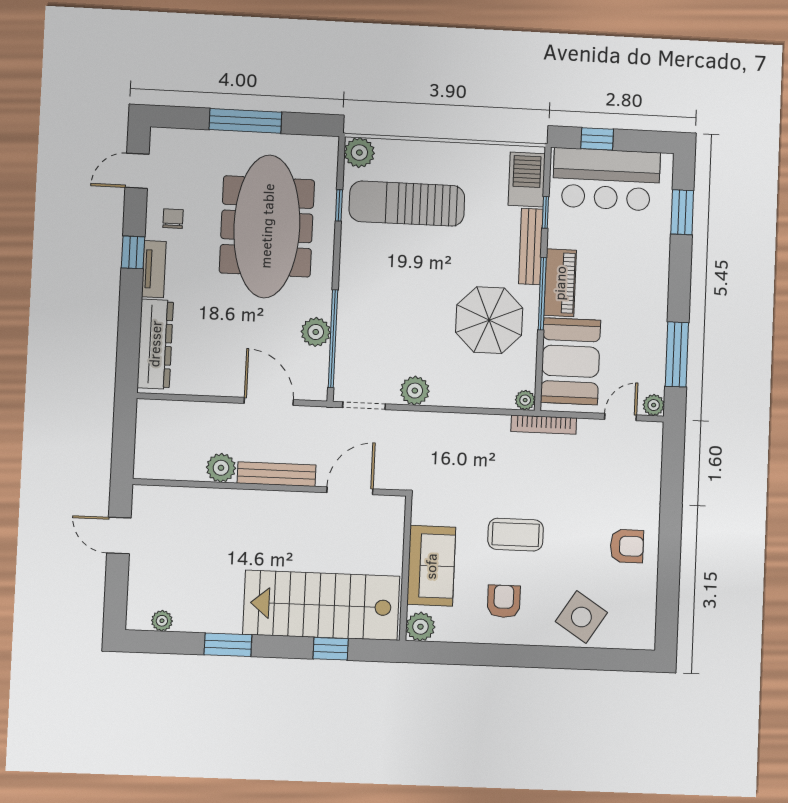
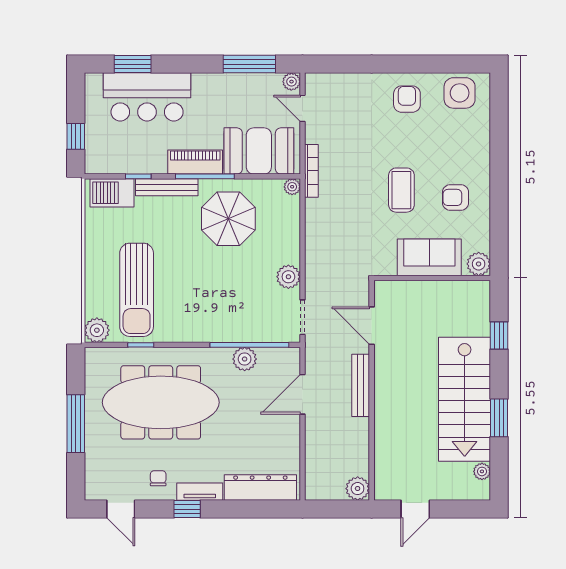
bar counter: (606, 179) -> (147, 97), moved, turned 90
chair: (173, 219) -> (158, 478), turned 90
plant: (221, 468) -> (358, 489), moved
stairs: (321, 605) -> (465, 399), moved
side table: (581, 617) -> (460, 93), moved, turned -33

